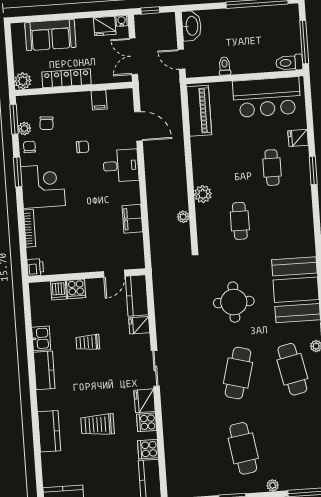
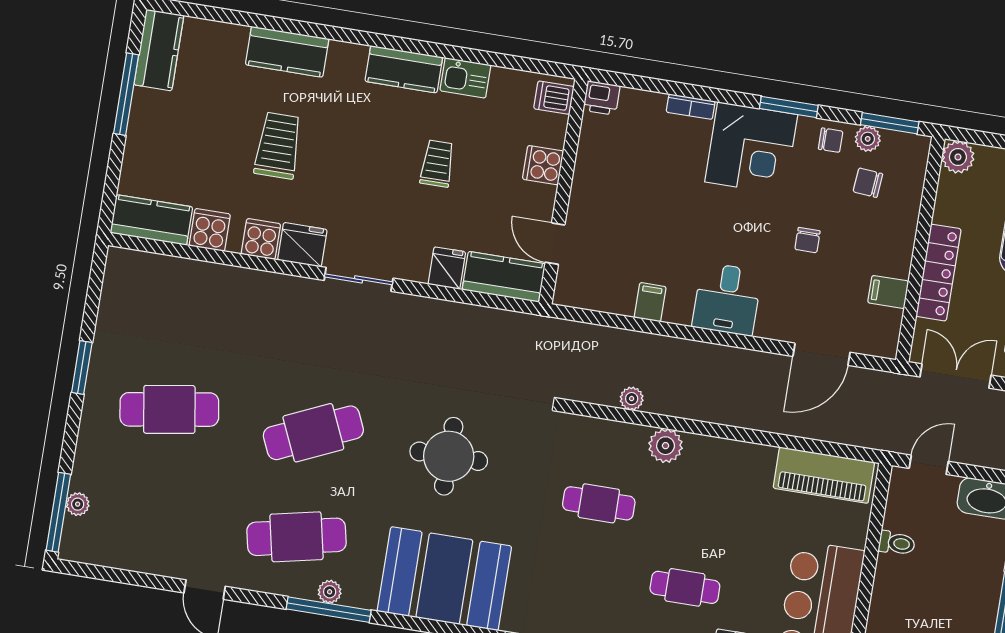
locker: (66, 78) -> (938, 273), moved
desk: (121, 166) -> (727, 299), moved
filing cabinet: (132, 219) -> (650, 302), width x0.50
bookcase: (30, 228) -> (691, 107), width x0.64
dishwasher: (59, 290) -> (554, 98), moved
cafe table: (238, 373) -> (313, 433), turned -39
plant: (273, 485) -> (78, 504), moved

